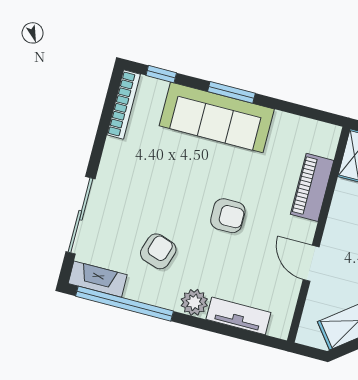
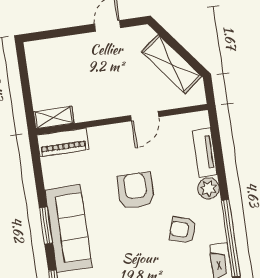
piano: (312, 187) -> (63, 142), moved
armchair: (228, 216) -> (136, 191), width x1.38, depth x1.38

